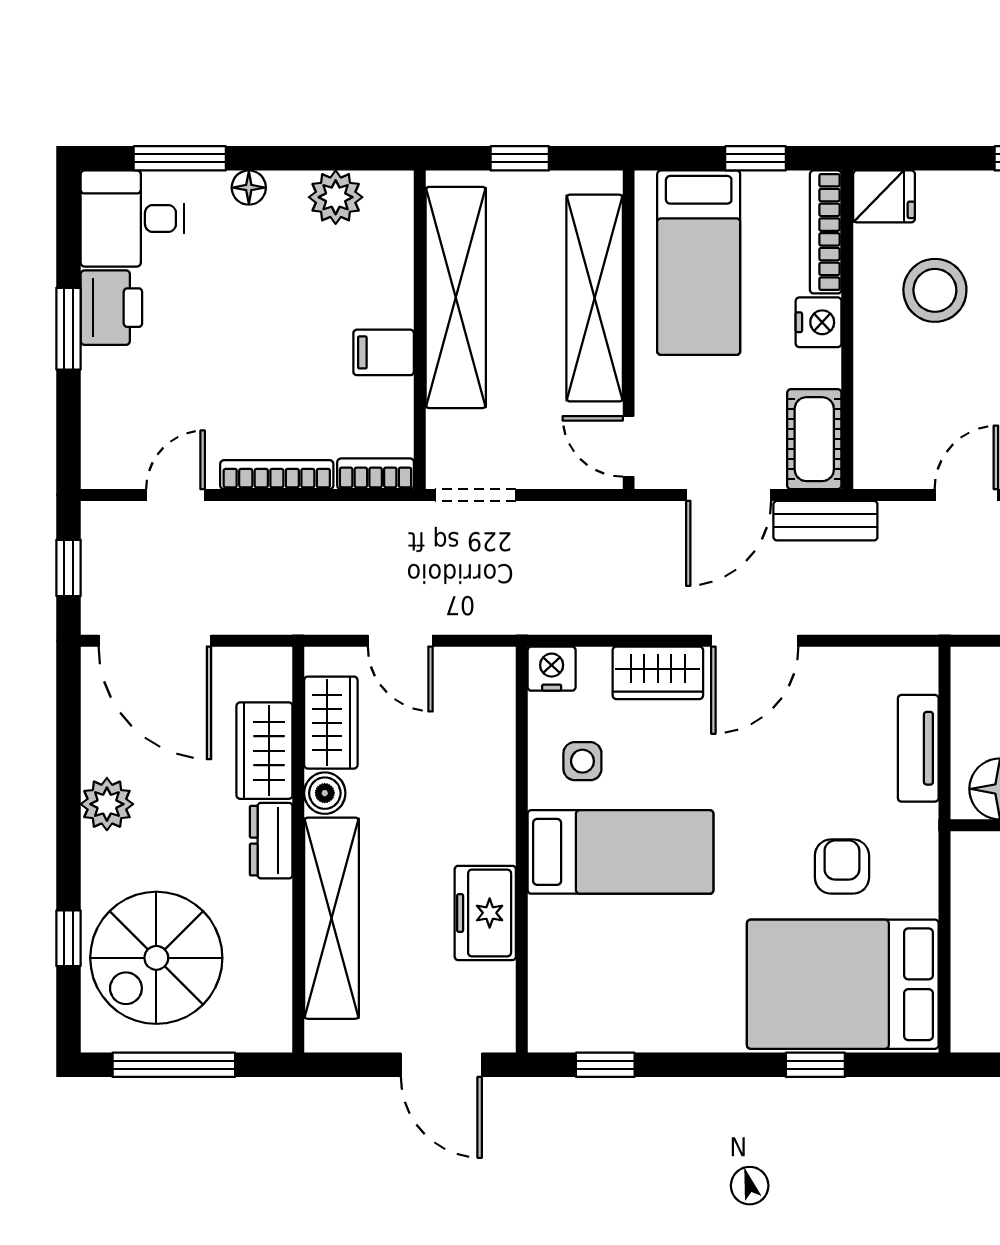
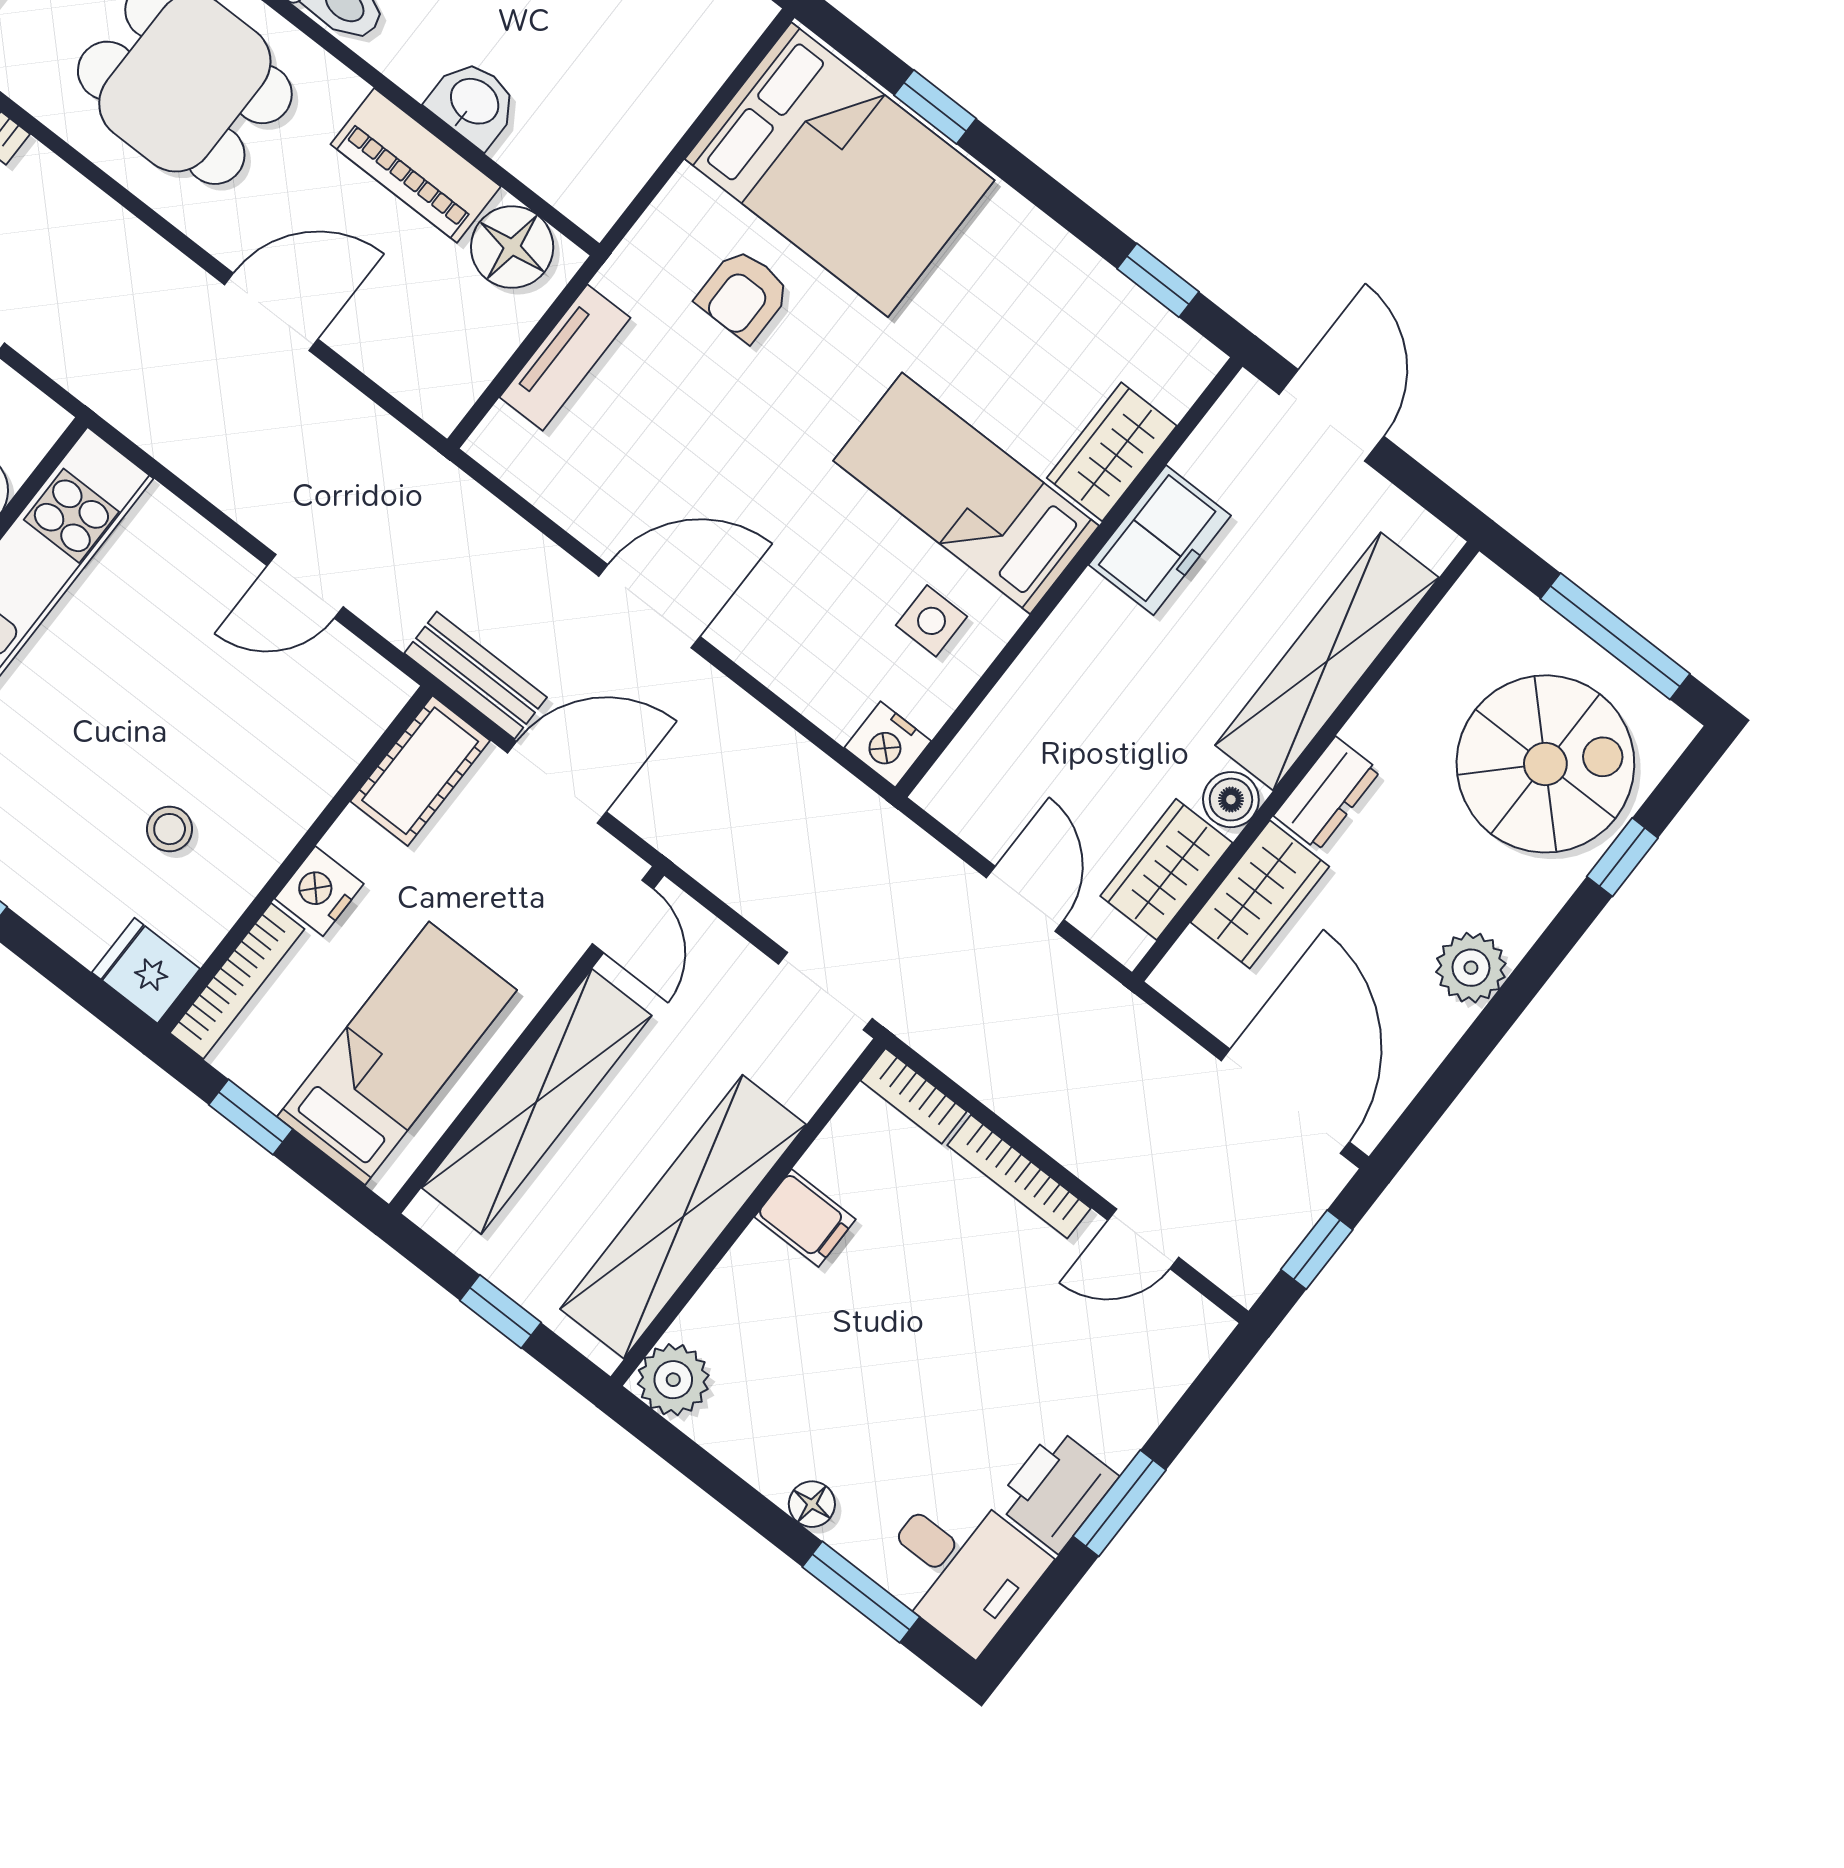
plant: (336, 197) -> (673, 1380), moved
stool: (935, 290) -> (170, 829), width x0.53, depth x0.53
wardrobe: (658, 673) -> (1112, 452), moved, turned -90

